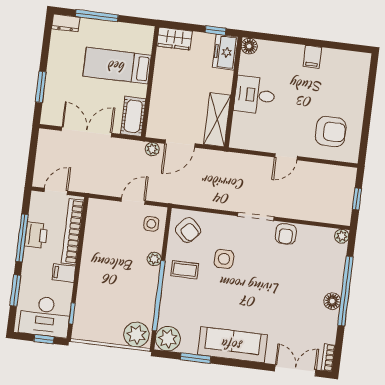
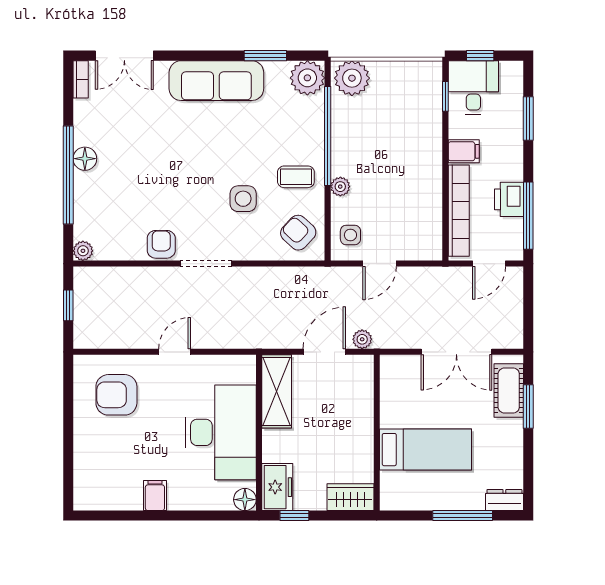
desk: (255, 95) -> (221, 432), width x1.87, depth x1.30
cot: (133, 116) -> (509, 390), moved
window: (22, 238) -> (528, 216), moved
desk: (45, 316) -> (473, 87), width x0.73

